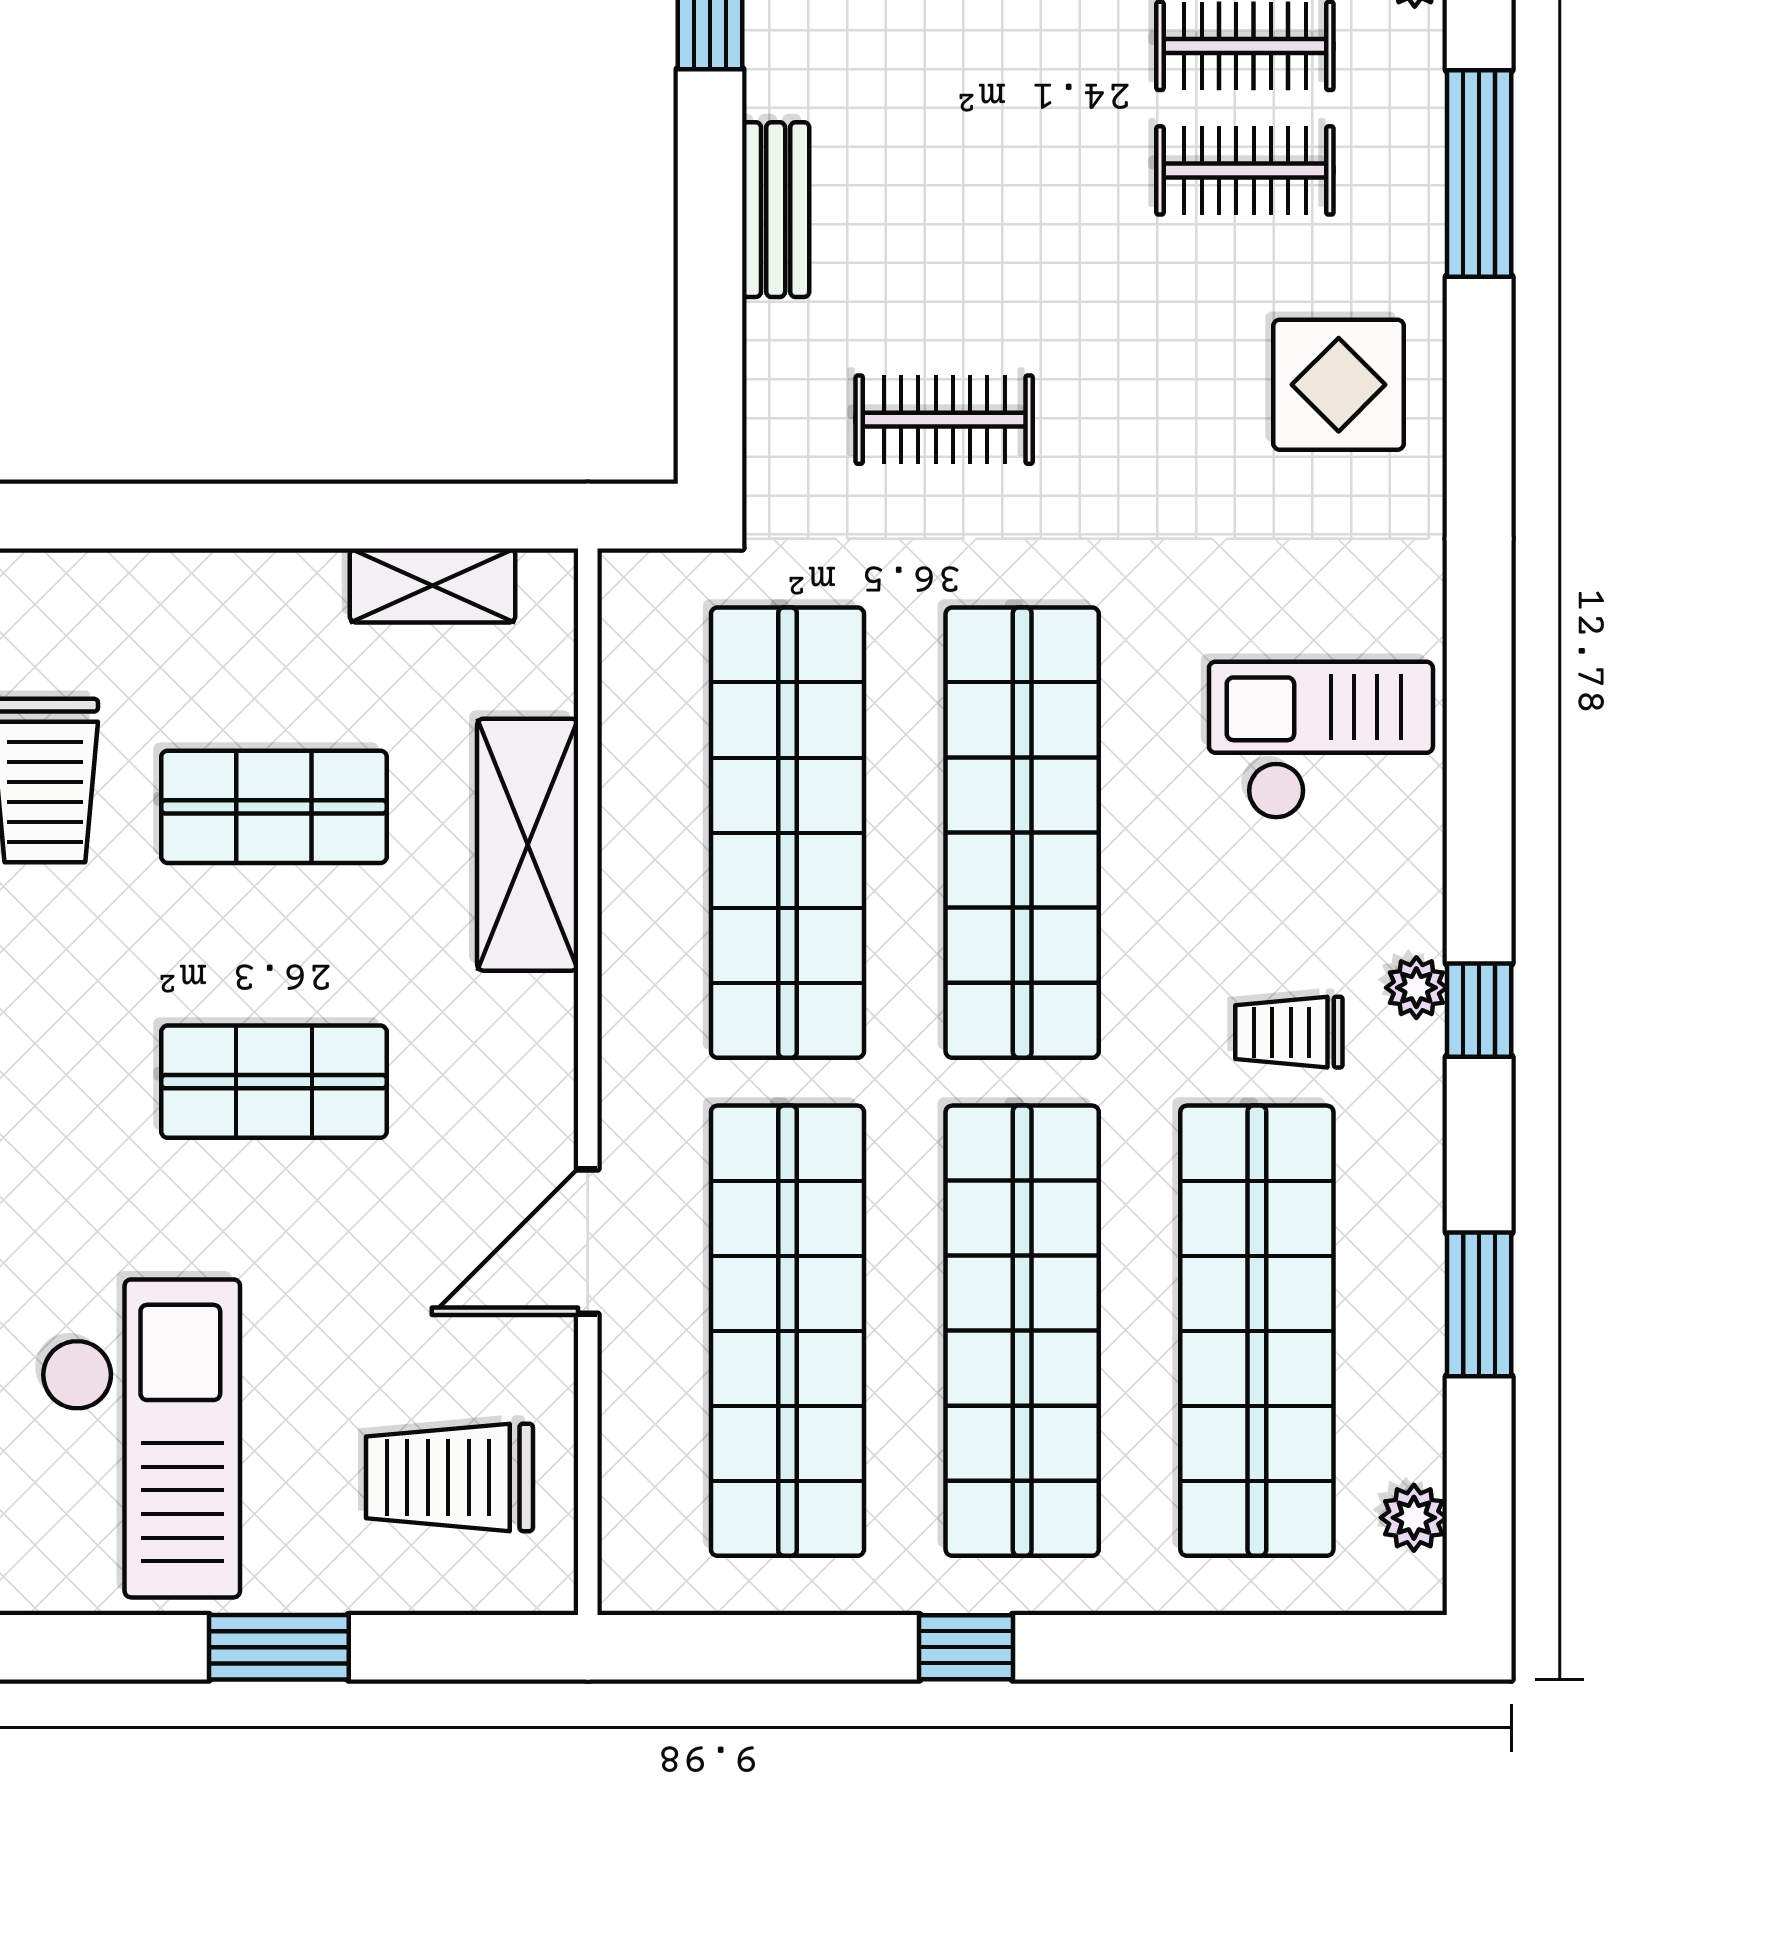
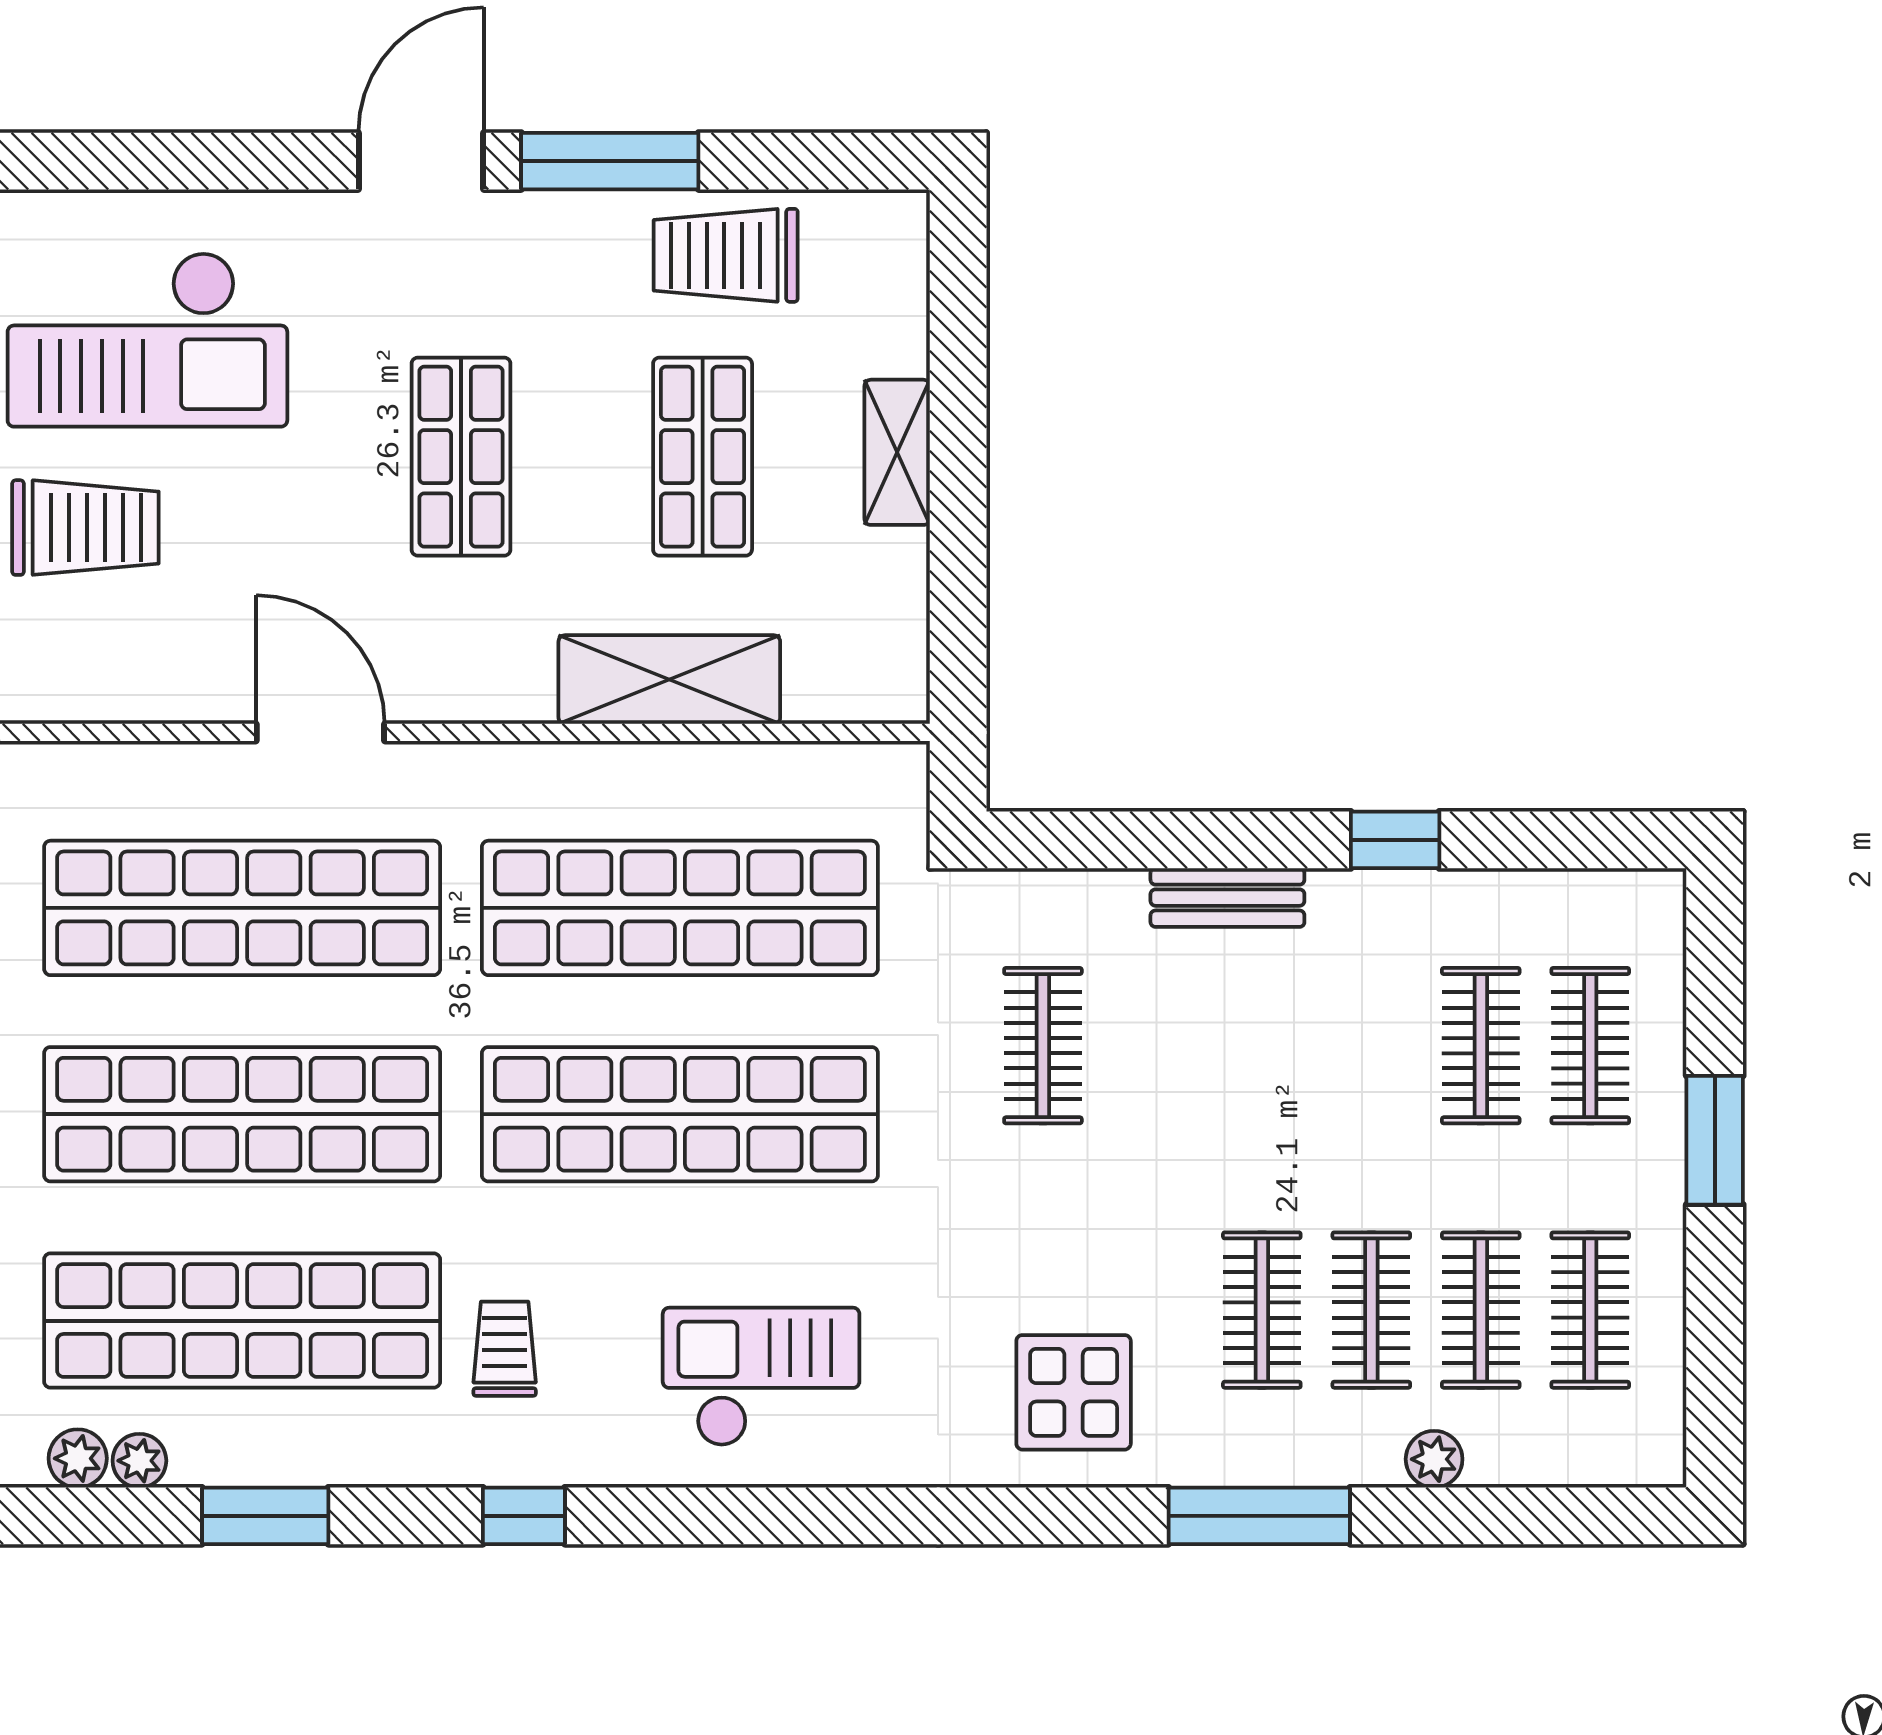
shelving: (433, 585) -> (897, 452), moved
checkout: (1321, 740) -> (761, 1377), turned -90
plant: (1416, 988) -> (139, 1461), moved
trolley: (449, 1477) -> (85, 528), moved, turned 90

